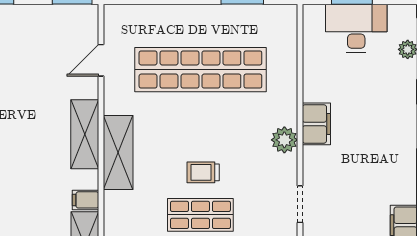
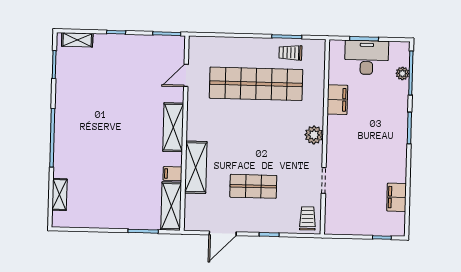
filing cabinet: (316, 124) -> (337, 100), moved
shelving: (118, 153) -> (196, 167), moved
trolley: (203, 172) -> (290, 53), moved

